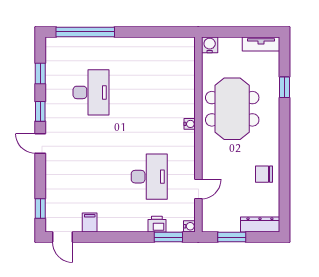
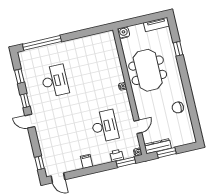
filing cabinet: (90, 223) -> (87, 161), moved
dresser: (260, 225) -> (158, 146), moved

